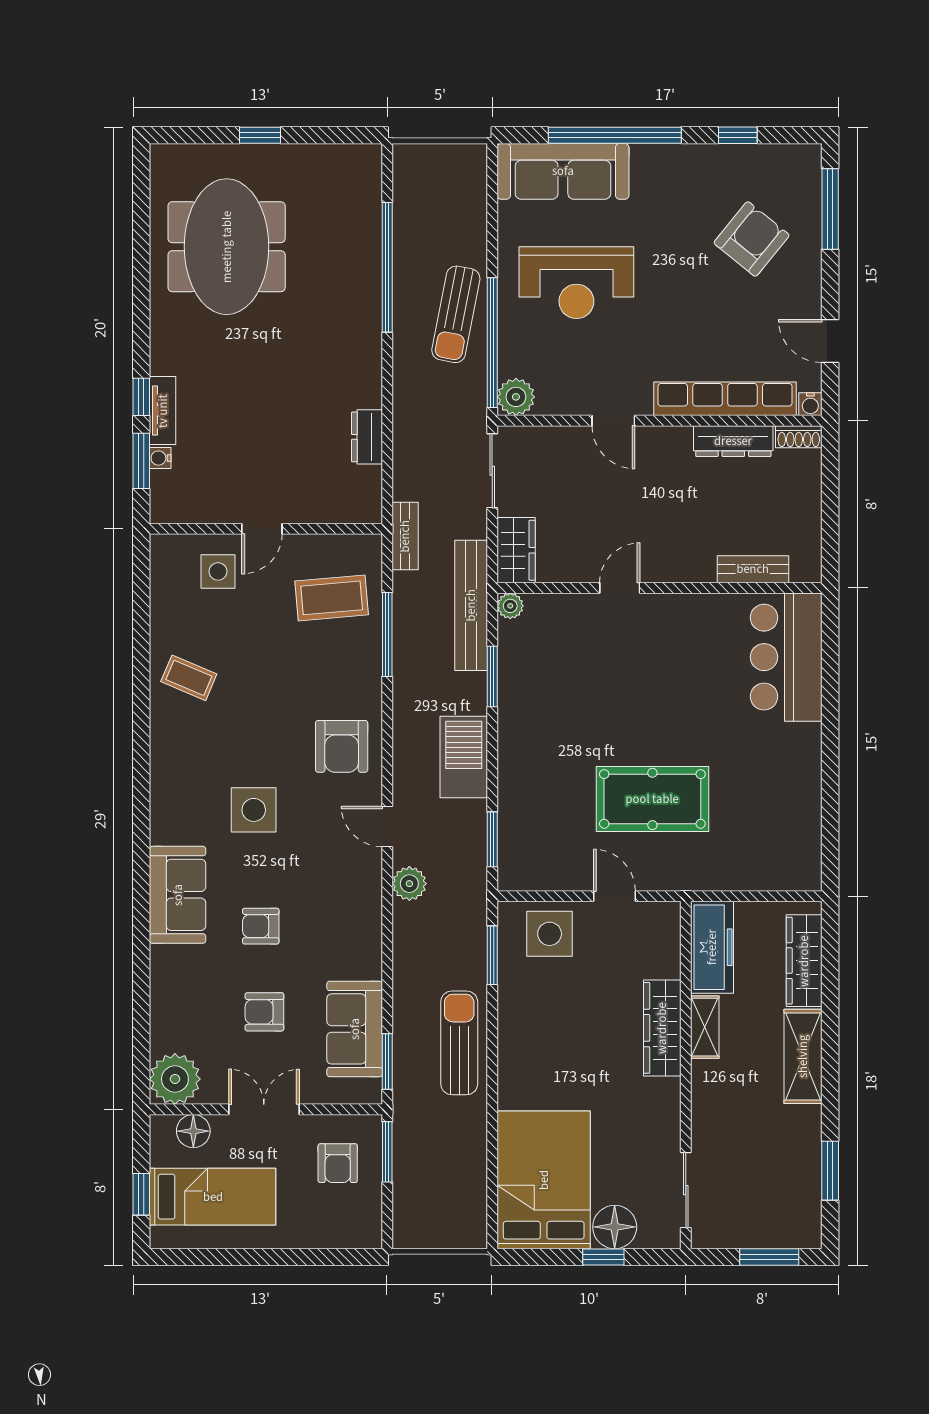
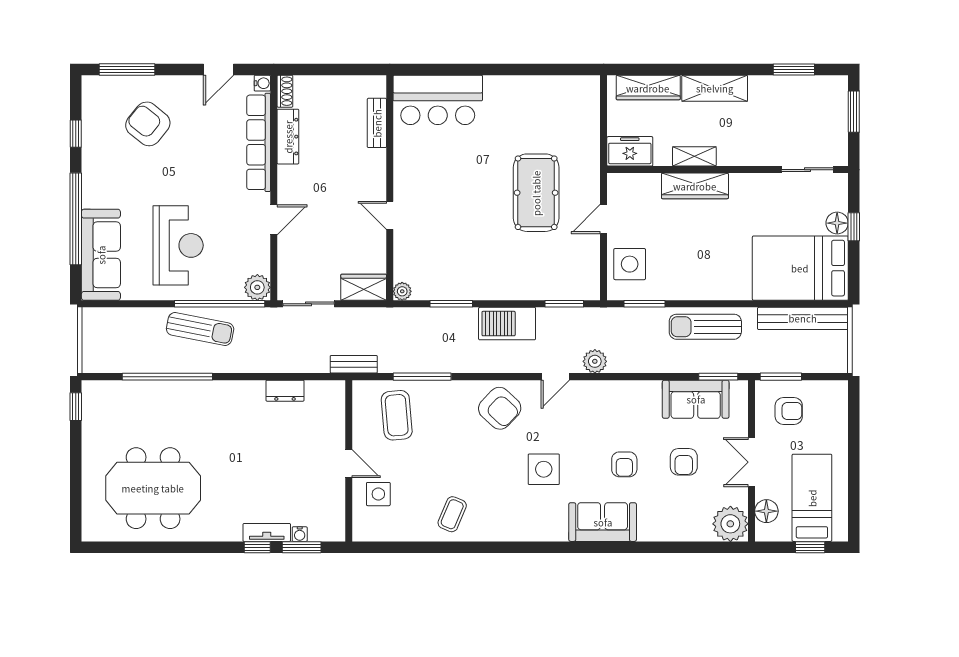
window: (260, 135) -> (76, 407), moved
bench: (471, 605) -> (803, 318), moved
armchair: (342, 746) -> (500, 408), turned 43
freezer: (712, 947) -> (630, 151), width x0.71
floor lamp: (615, 1227) -> (837, 223), width x0.73, depth x0.73

